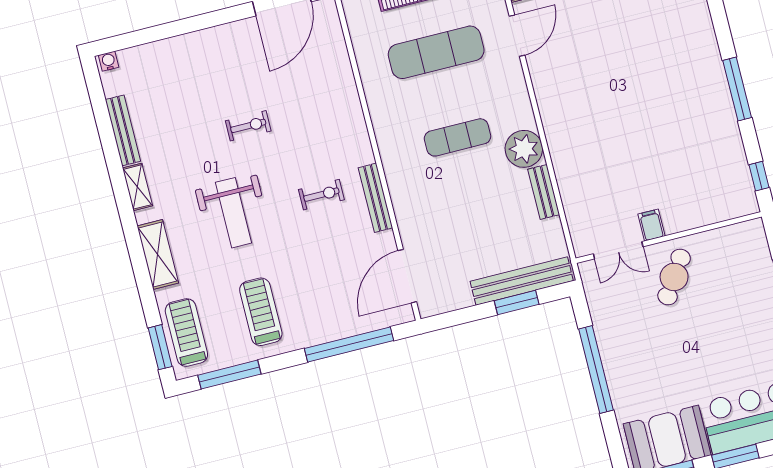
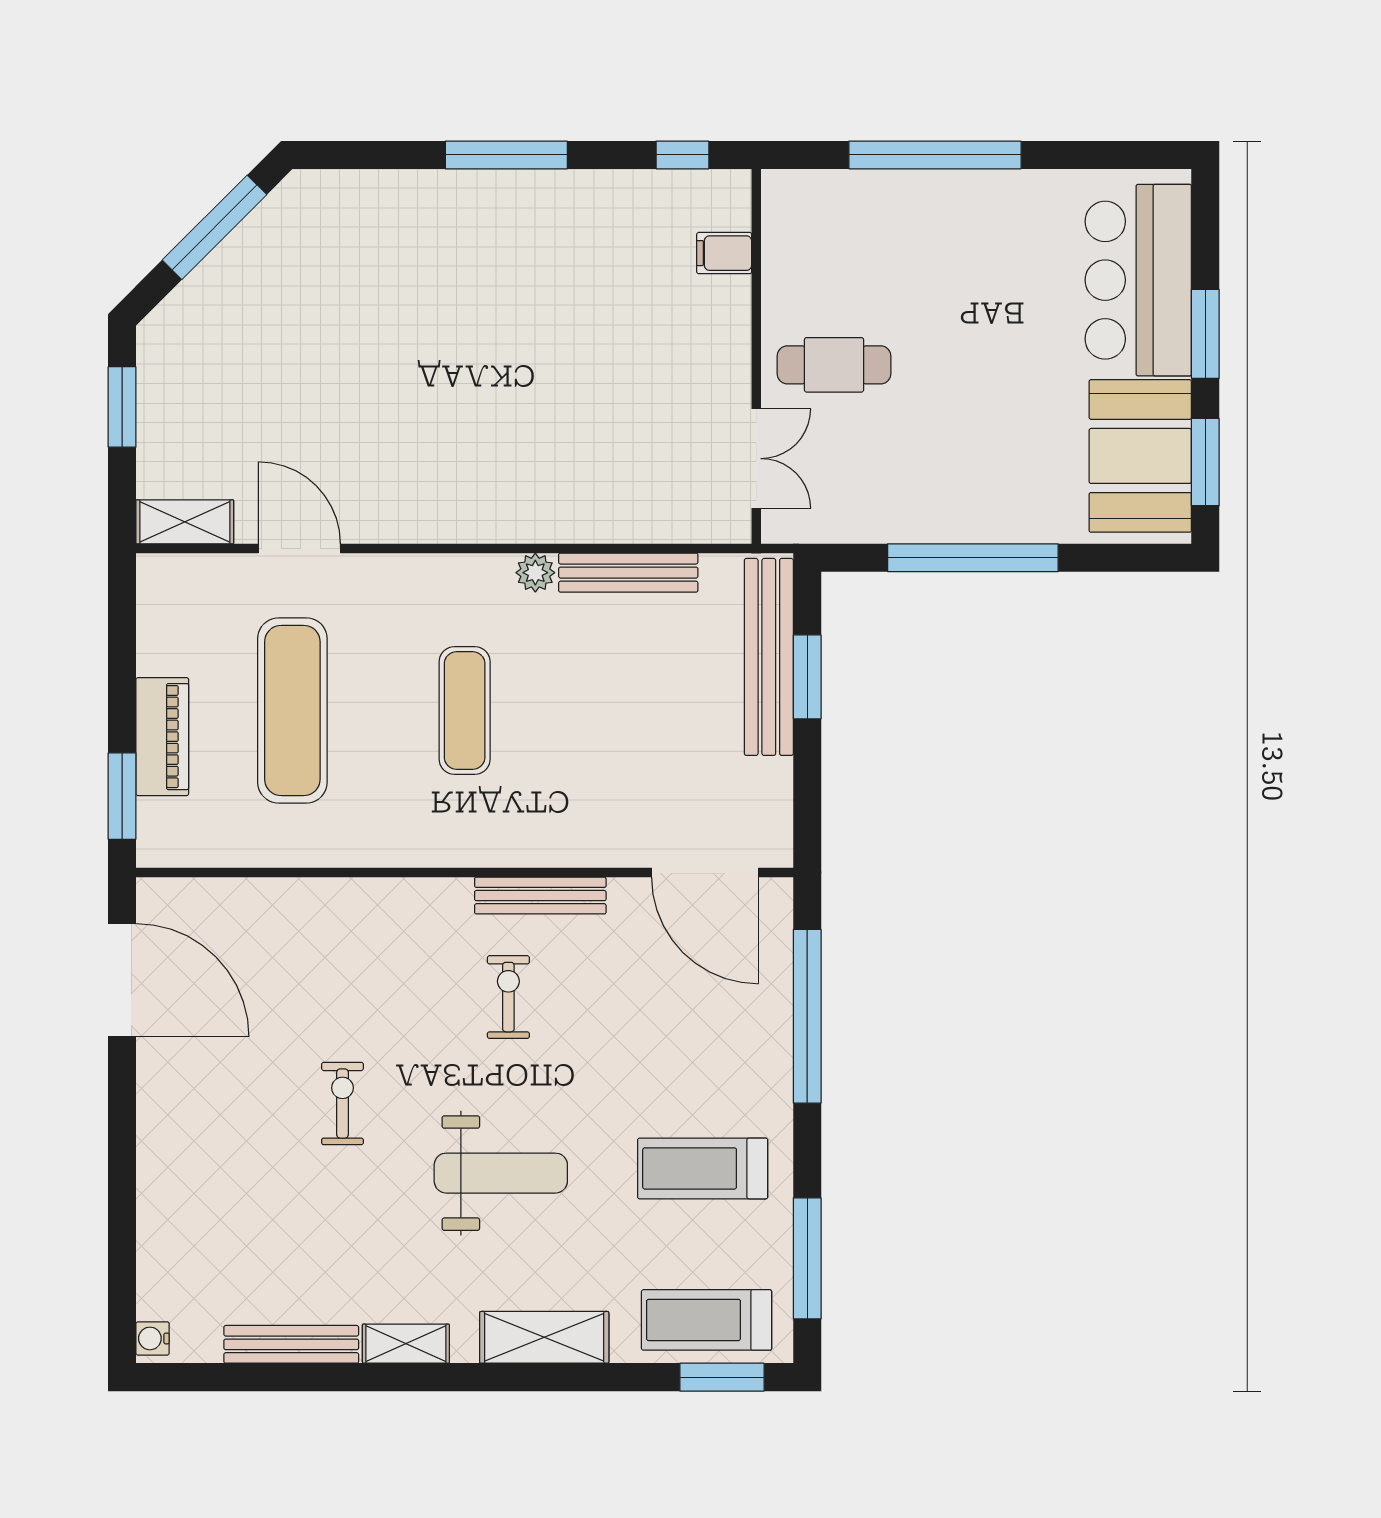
plant: (524, 149) -> (535, 573), width x0.53, depth x0.53
bench: (544, 192) -> (628, 573), width x1.36
filing cabinet: (651, 225) -> (724, 253), moved
cafe table: (674, 277) -> (834, 365), turned -33

